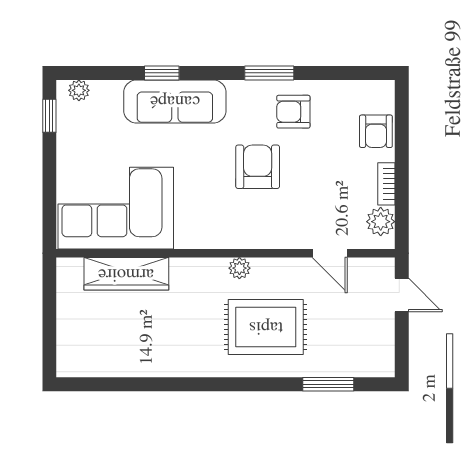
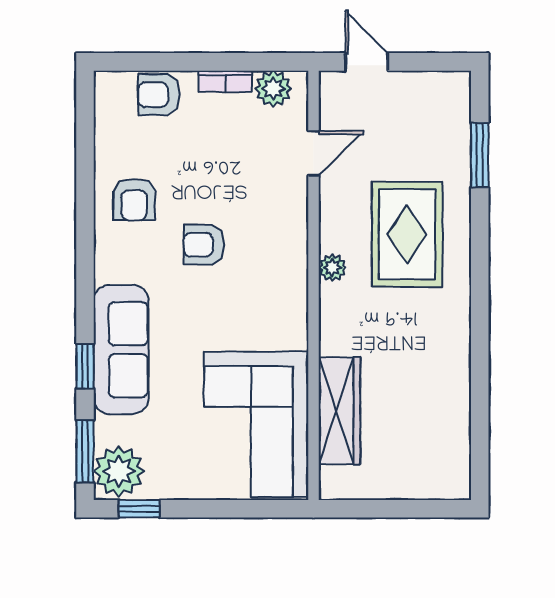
window: (269, 73) -> (85, 451), moved
plant: (79, 90) -> (119, 471), width x1.88, depth x1.88
armchair: (376, 131) -> (159, 95), turned 180
armchair: (258, 167) -> (204, 245), width x0.72, depth x0.72
door: (402, 295) -> (366, 62), hinge flipped

